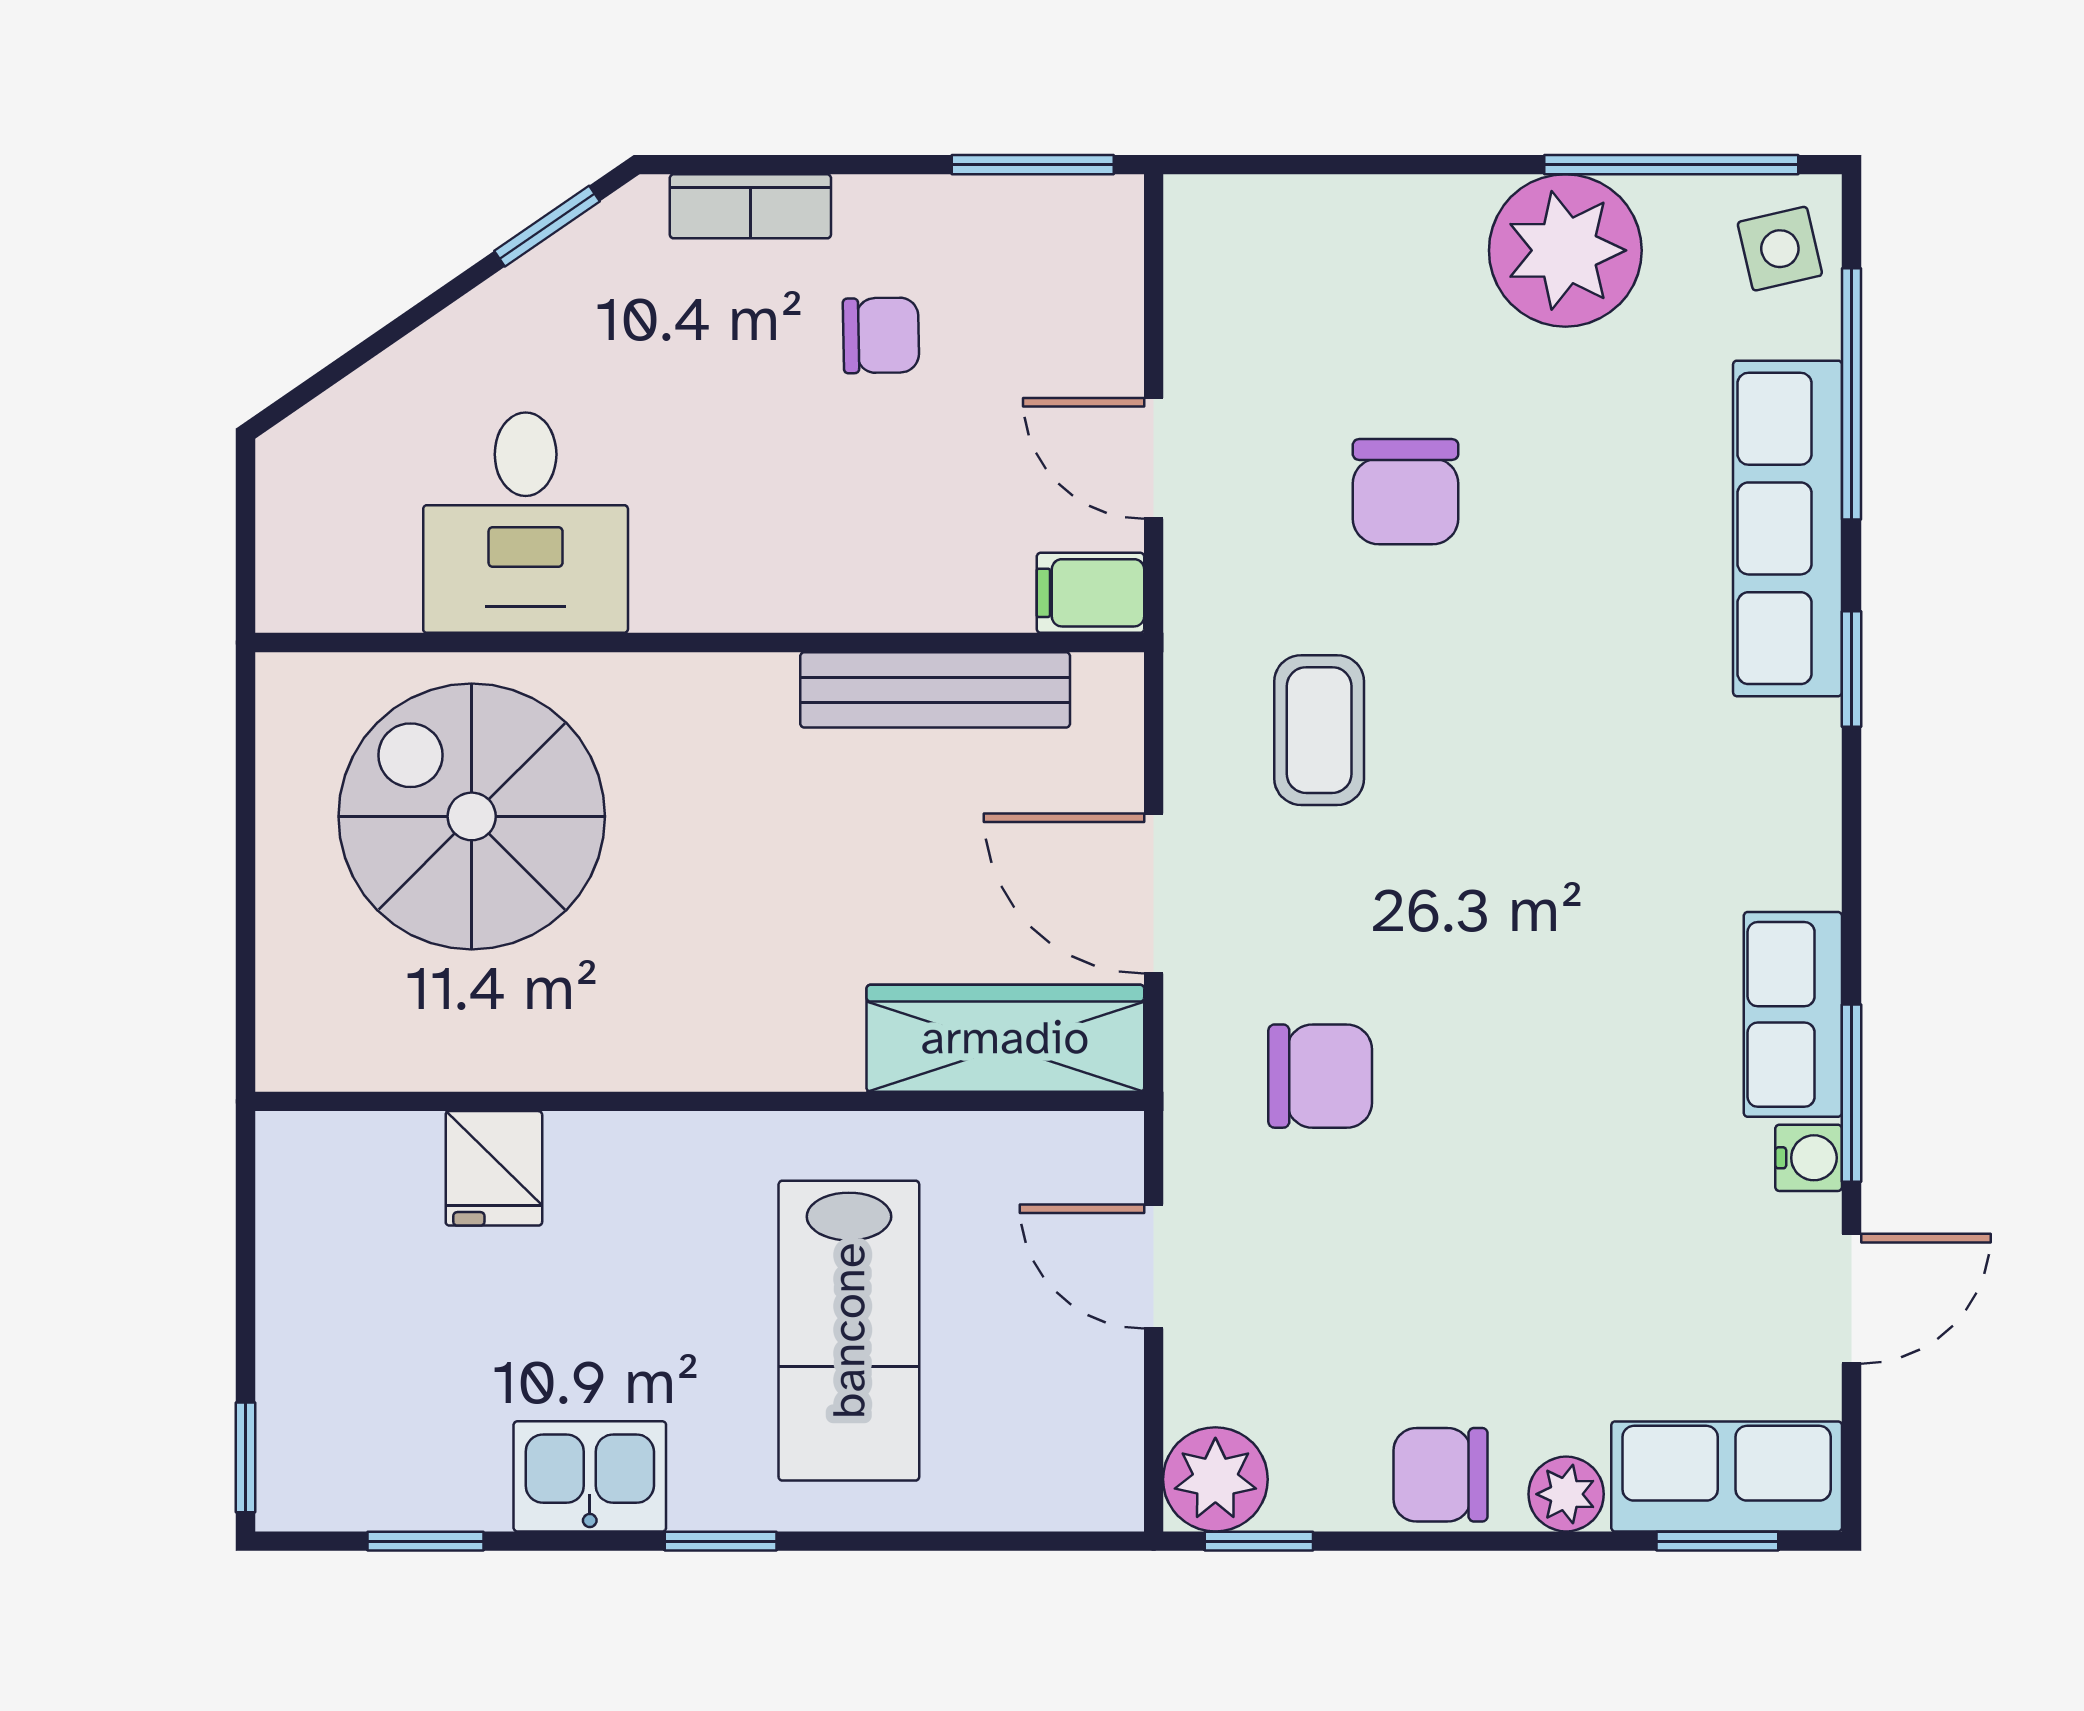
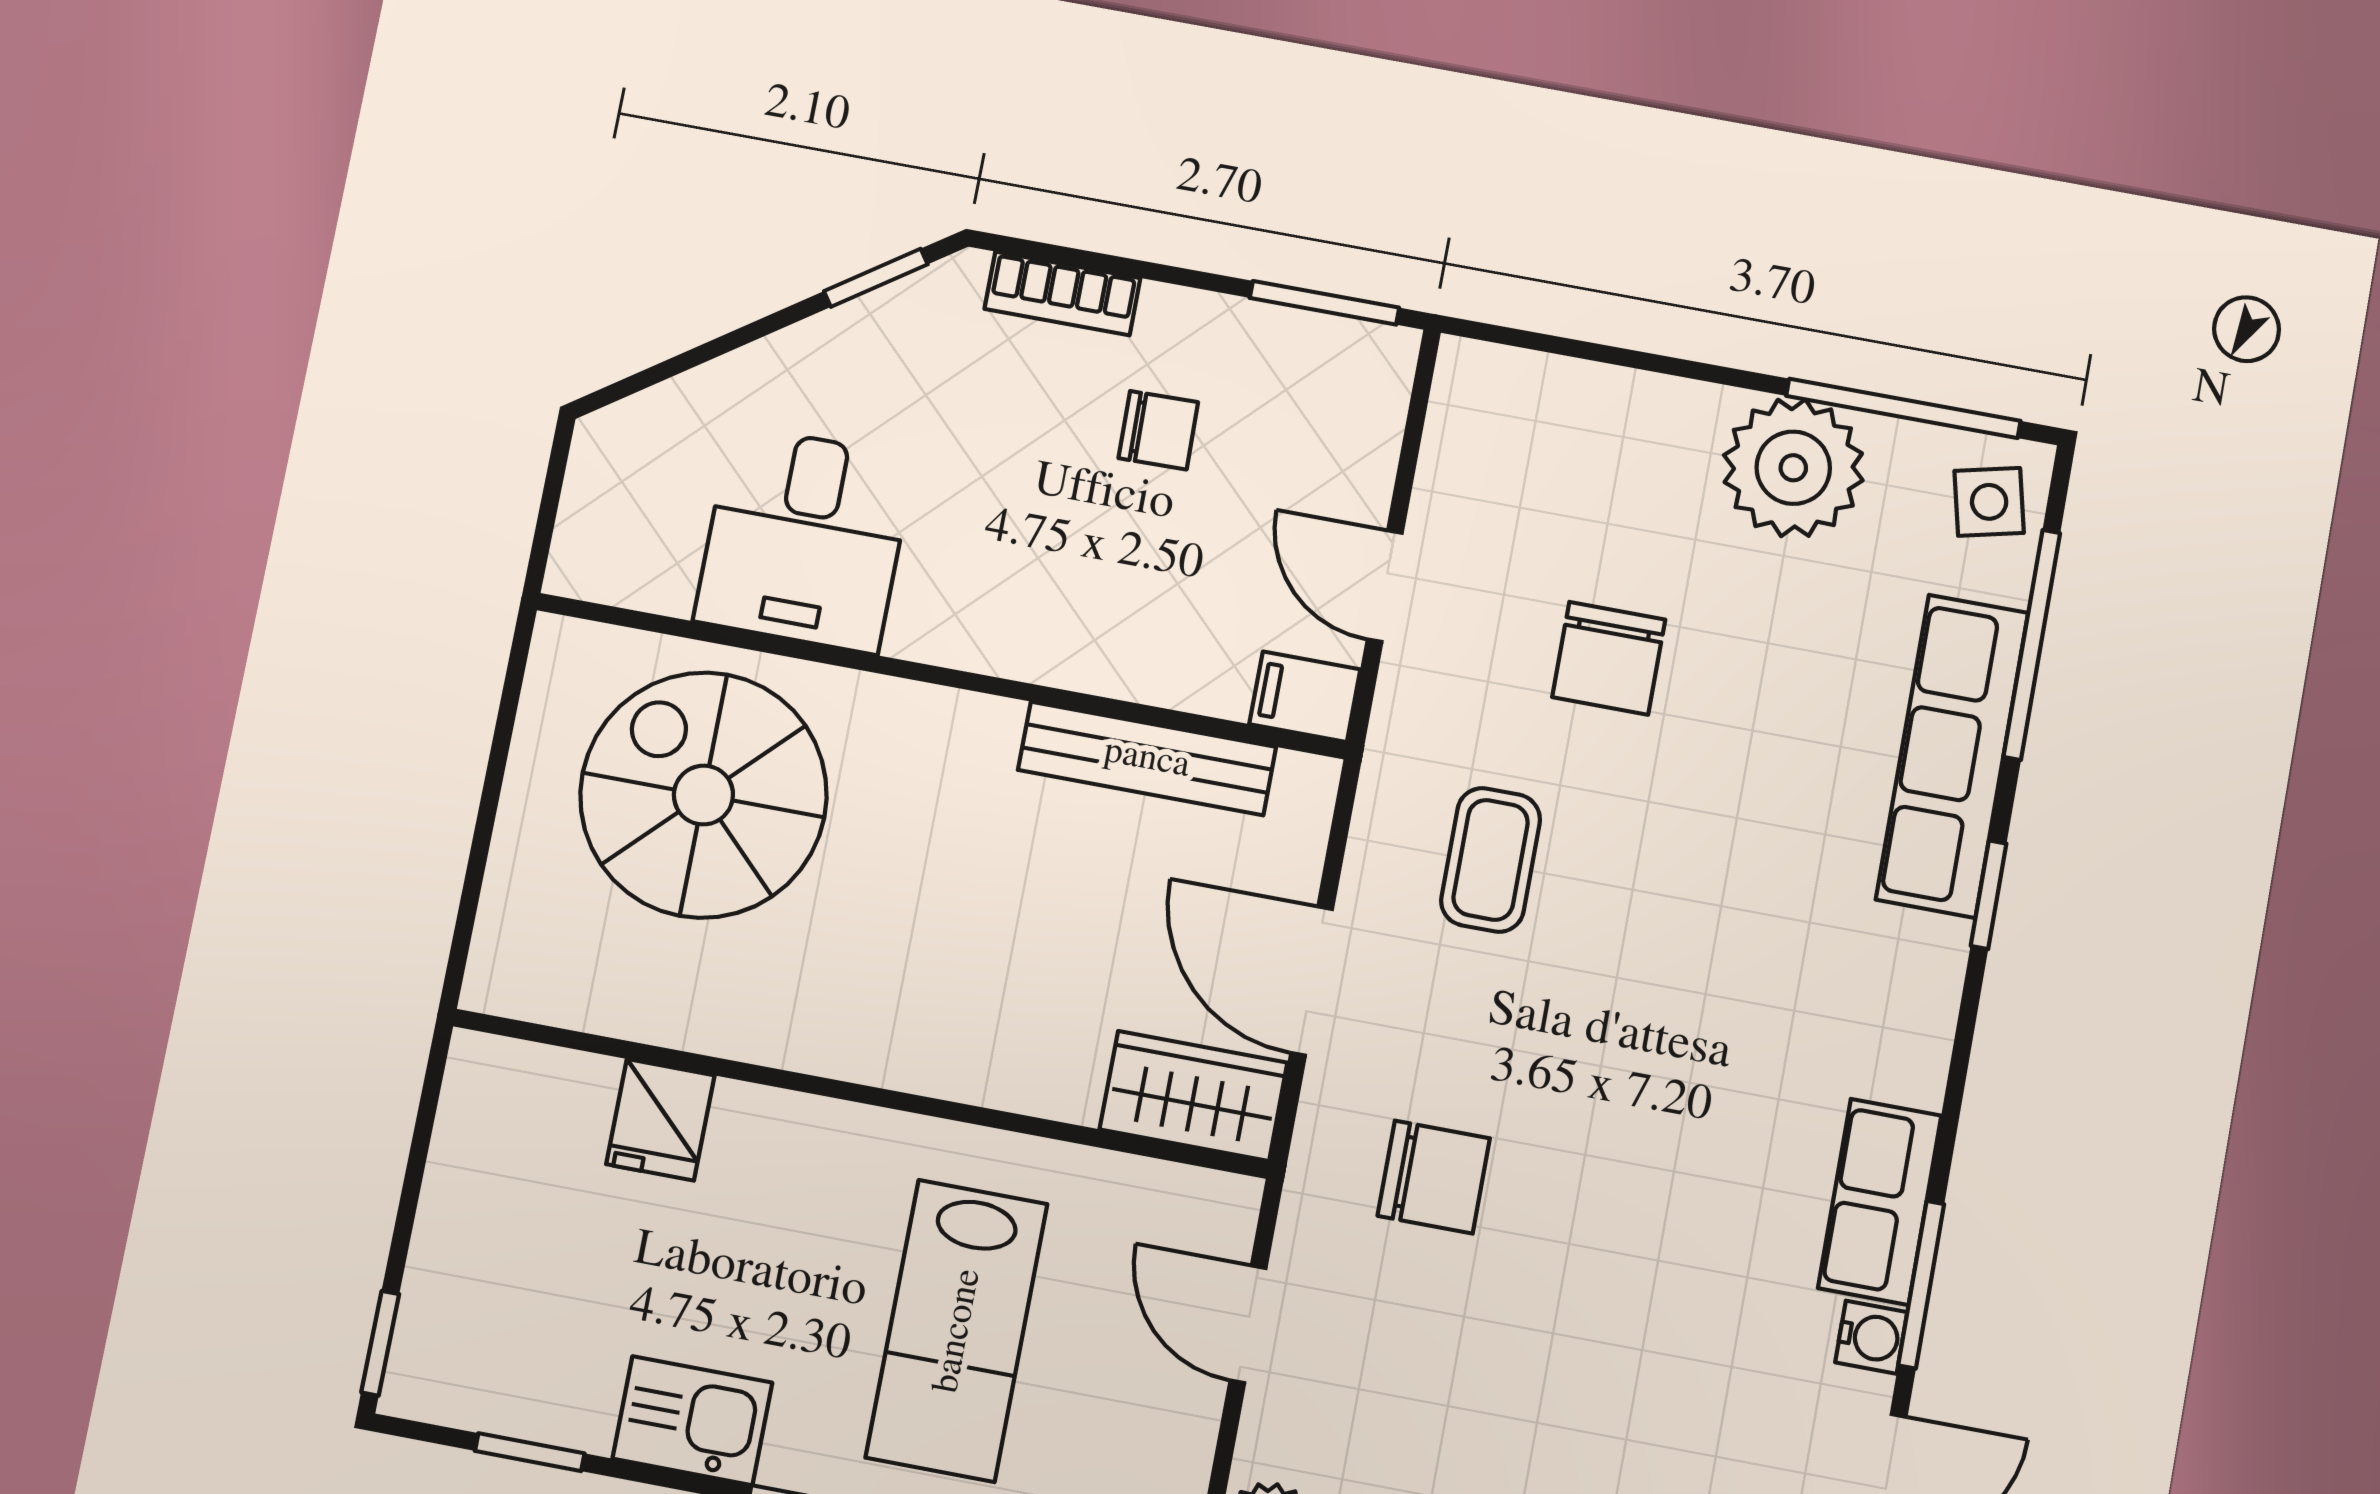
wardrobe: (1005, 1038) -> (1193, 1096), width x0.67

